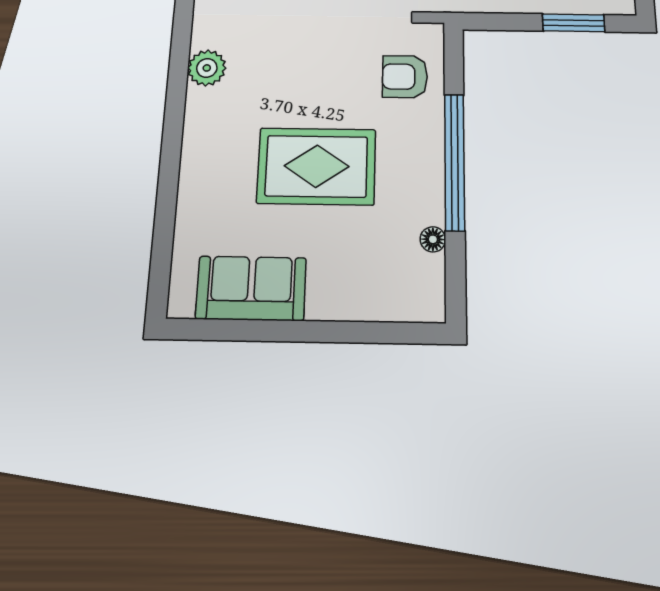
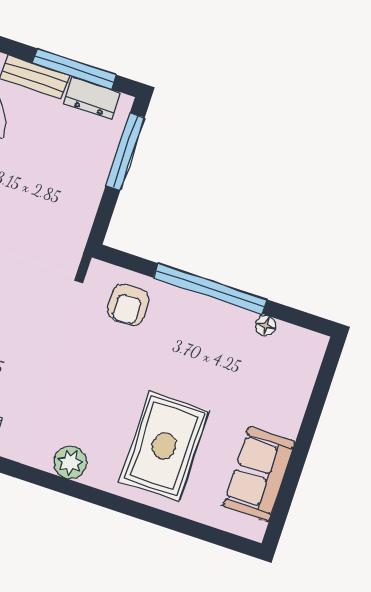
window: (574, 23) -> (125, 151), width x1.44
rug: (317, 166) -> (164, 446), moved

